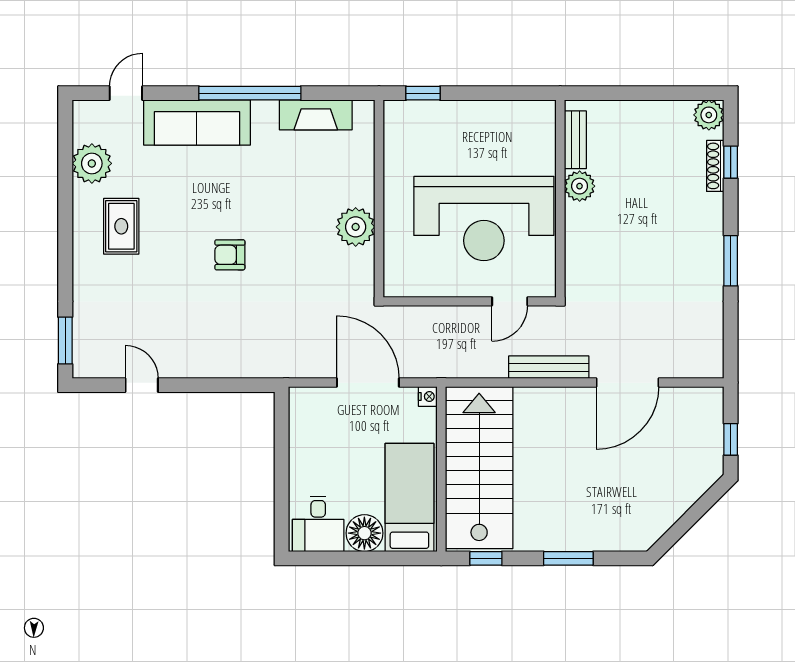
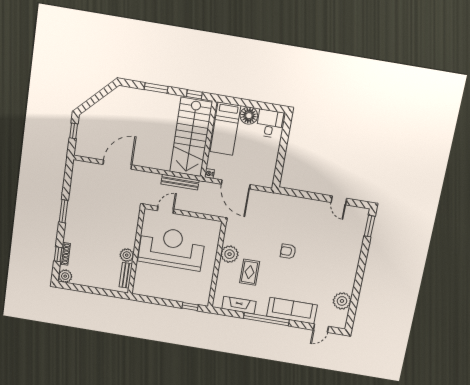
rug: (121, 226) -> (250, 272), moved
armchair: (230, 255) -> (288, 251), turned 180
bench: (549, 367) -> (180, 182), moved

